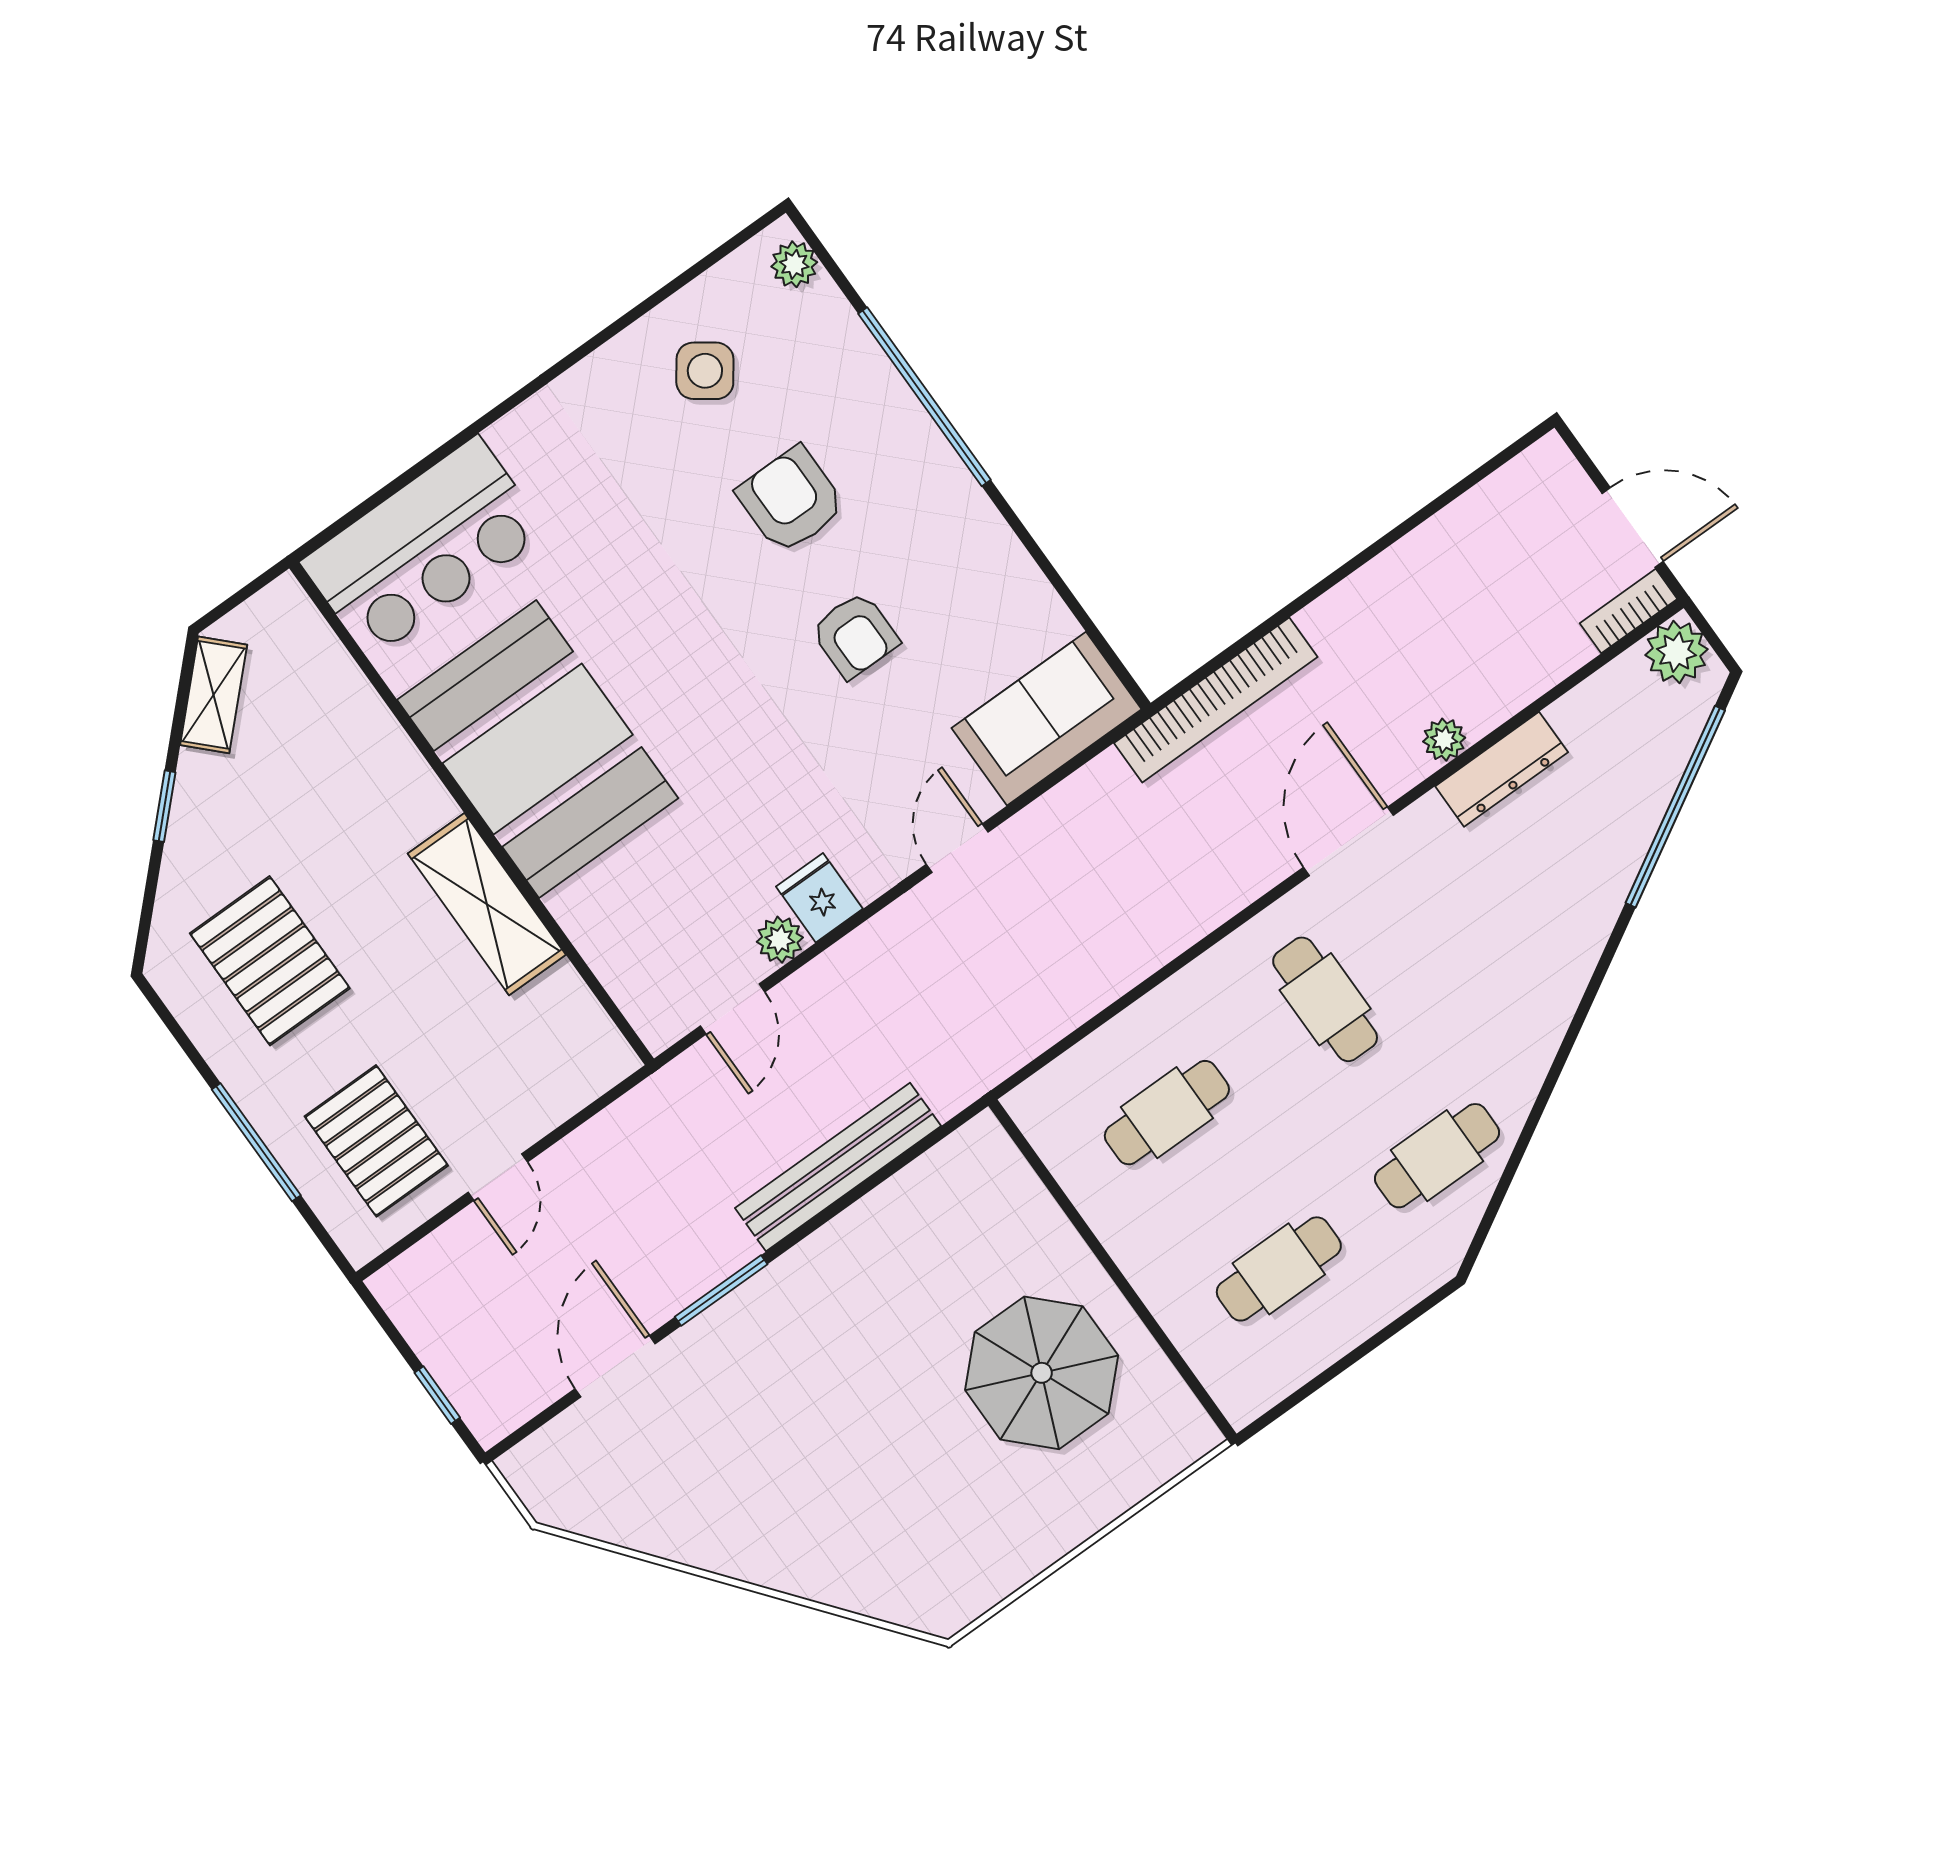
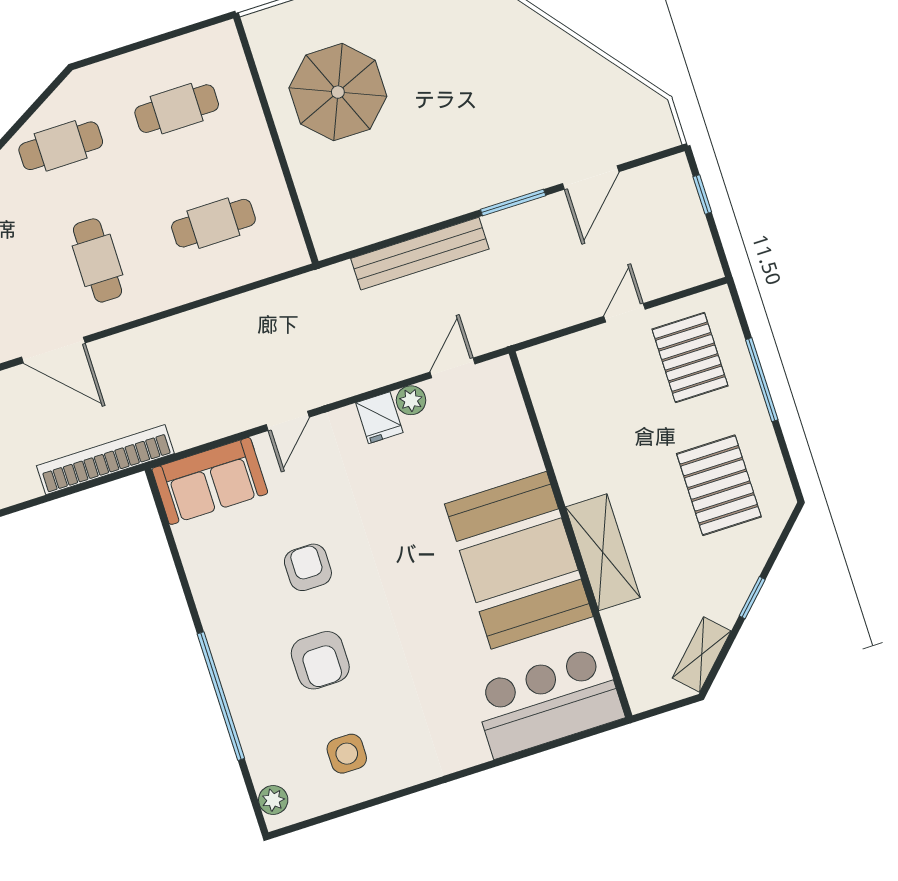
side table: (705, 371) -> (347, 754), turned -36
door: (1348, 841) -> (53, 350), hinge flipped
shelving: (487, 904) -> (603, 552), moved

